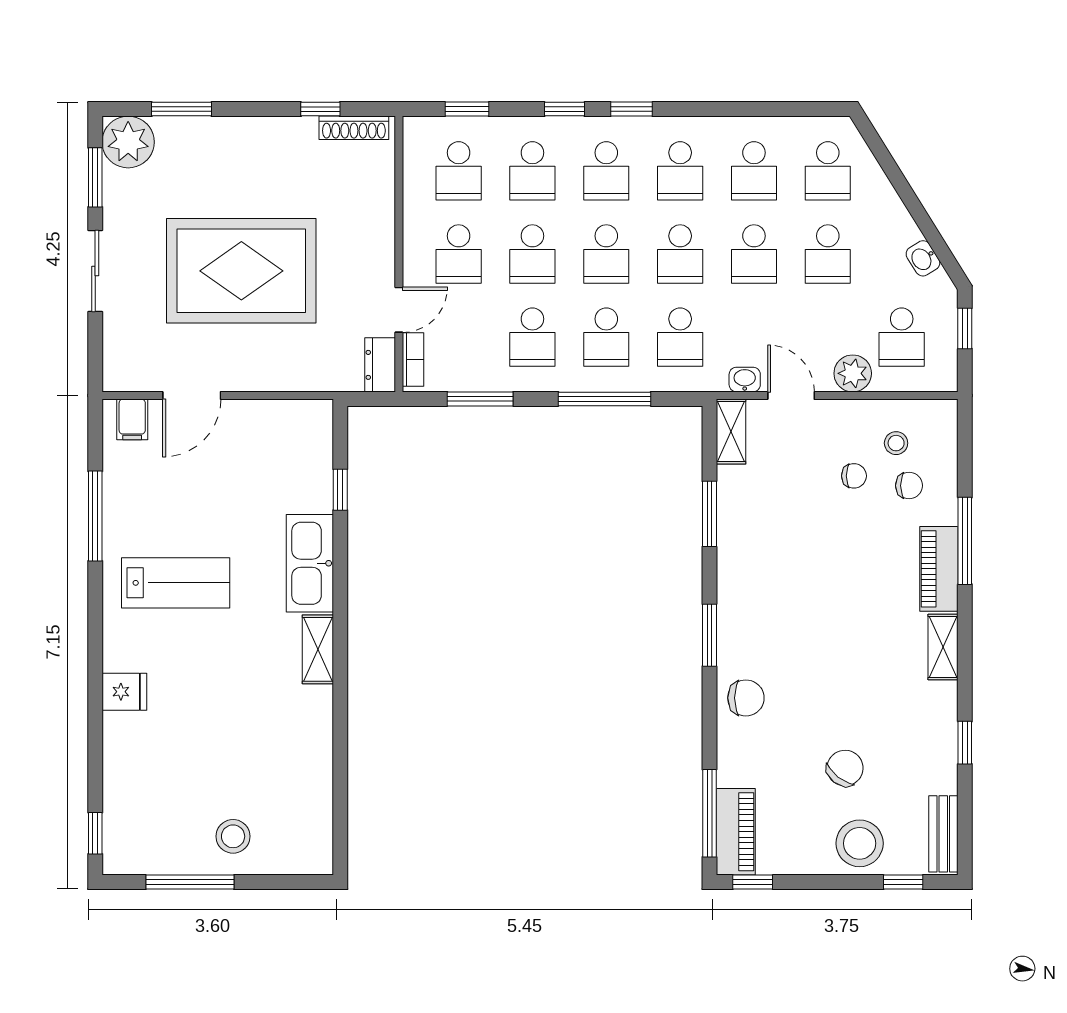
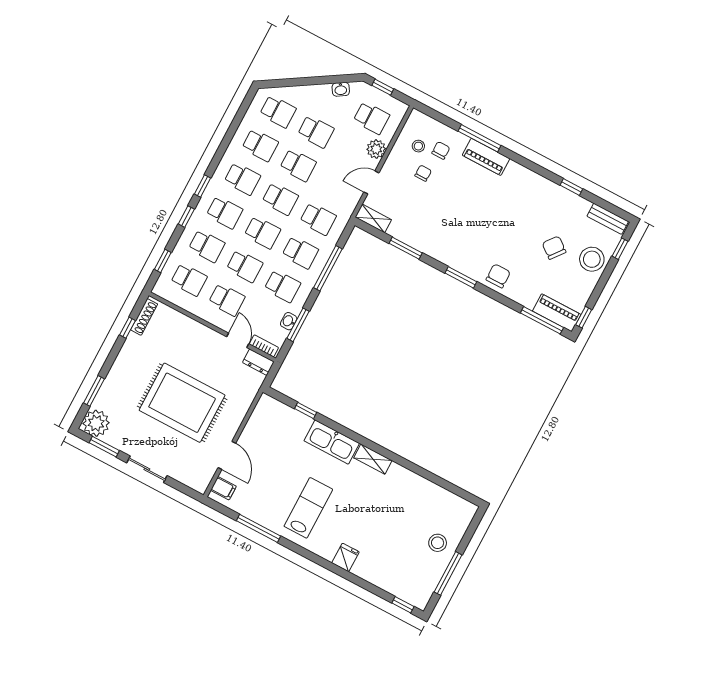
rug: (241, 271) -> (182, 403), turned 90
washbasin: (745, 380) -> (289, 321), moved
shelving: (943, 647) -> (523, 174), removed

